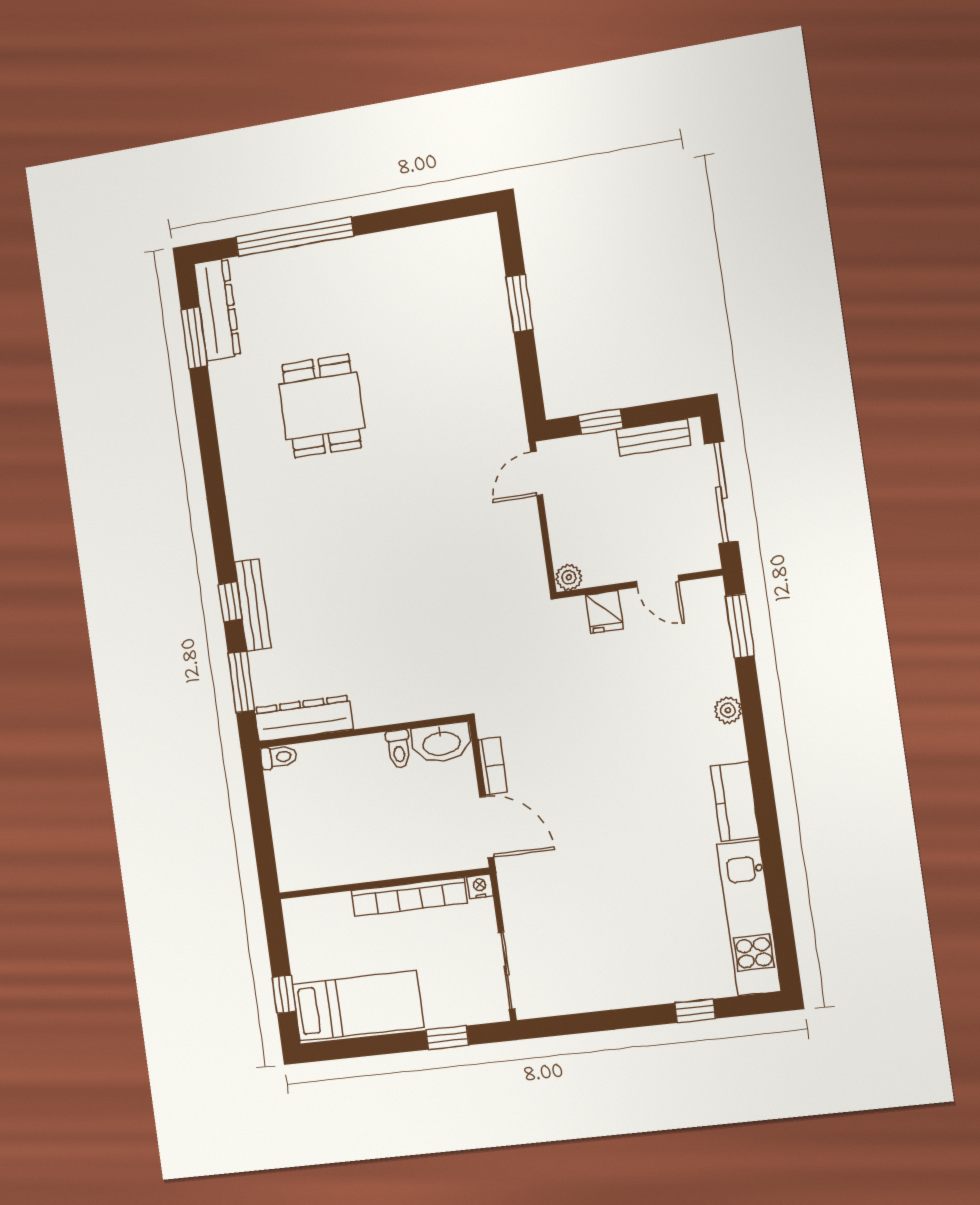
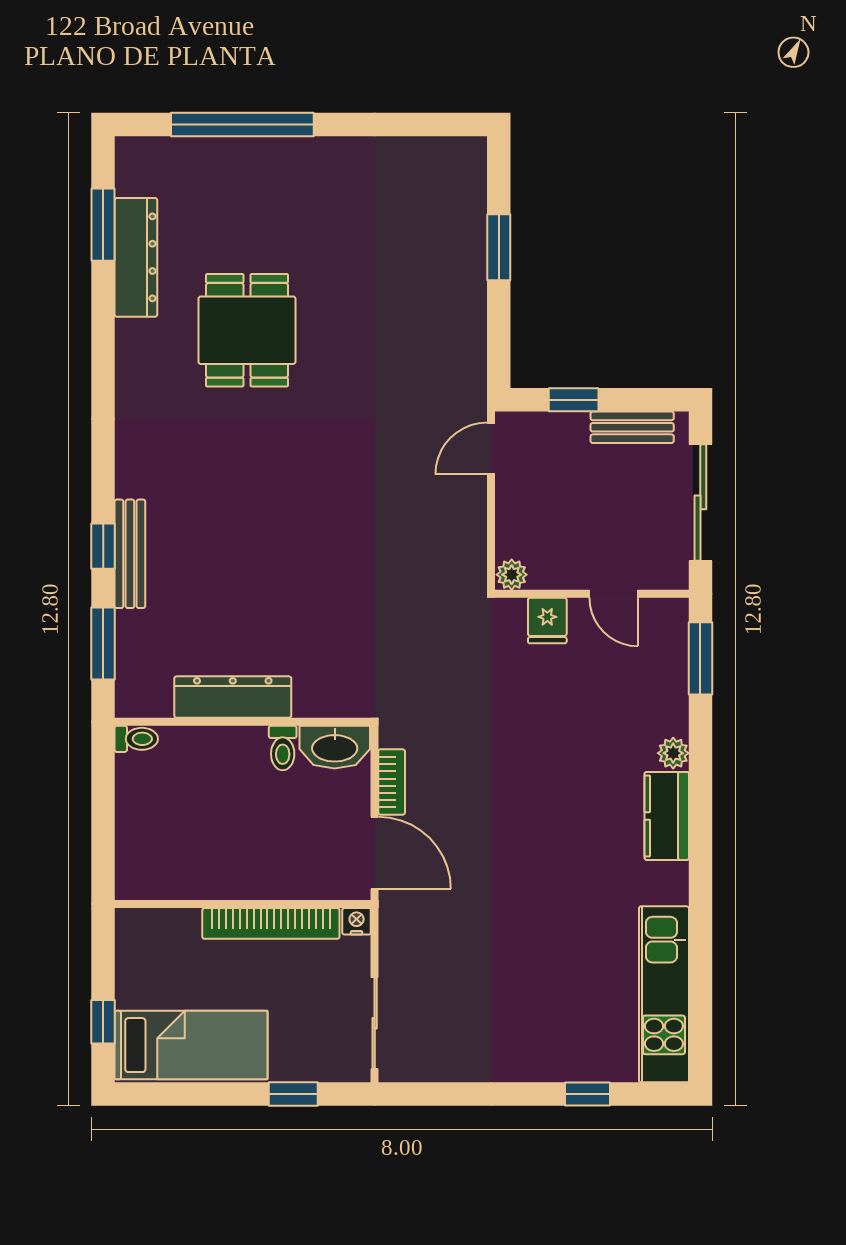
dresser: (217, 310) -> (136, 257), moved
dresser: (304, 719) -> (233, 697), moved
kitchen counter: (735, 802) -> (667, 816), moved

